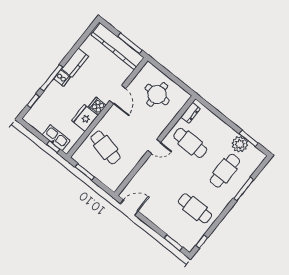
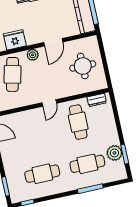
cooker: (97, 106) -> (32, 38), removed
plant: (109, 118) -> (33, 55), added
door: (154, 146) -> (49, 103), hinge flipped
cafe table: (195, 208) -> (42, 174), turned 90

